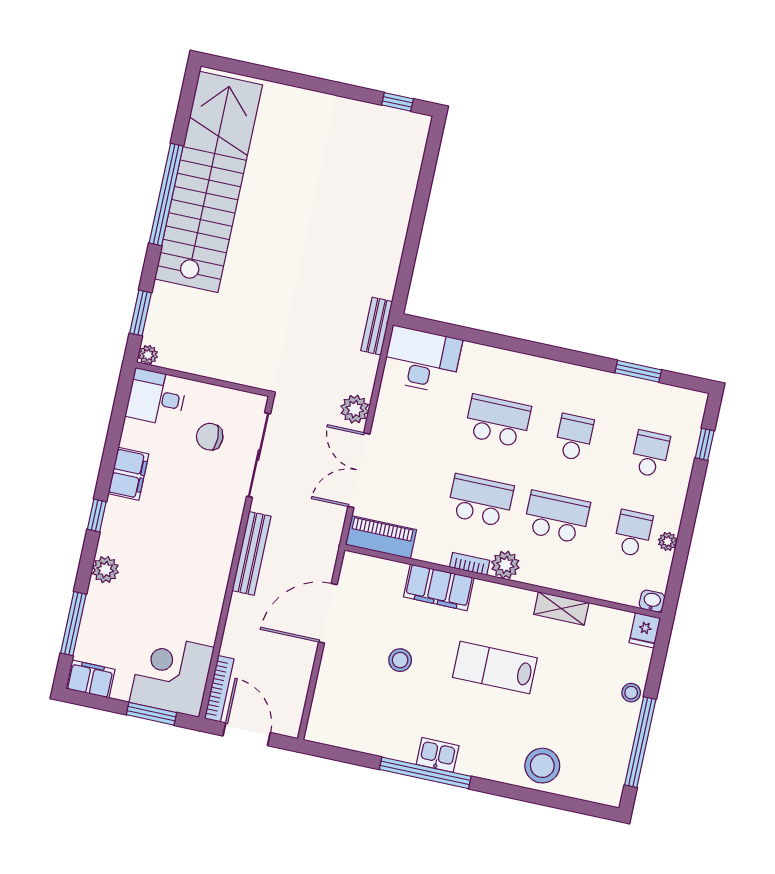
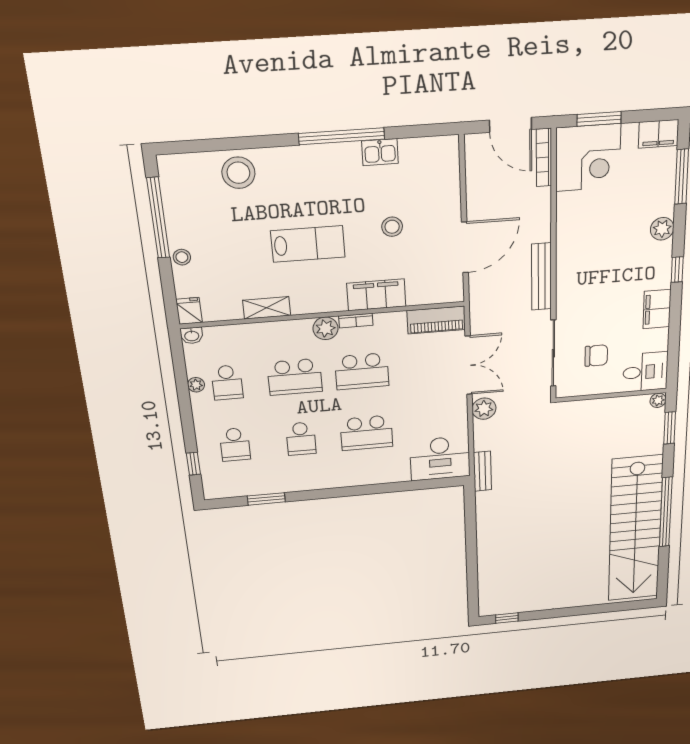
kitchen sink: (438, 755) -> (380, 152), moved

